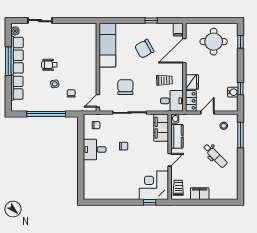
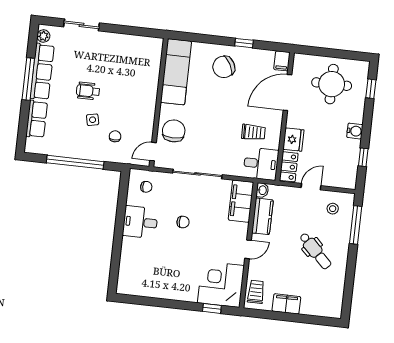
chair: (144, 49) -> (224, 67), moved
chair: (125, 87) -> (174, 131), moved
water cooler: (233, 92) -> (355, 131), moved

